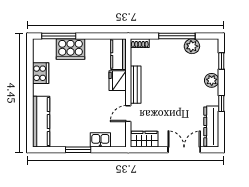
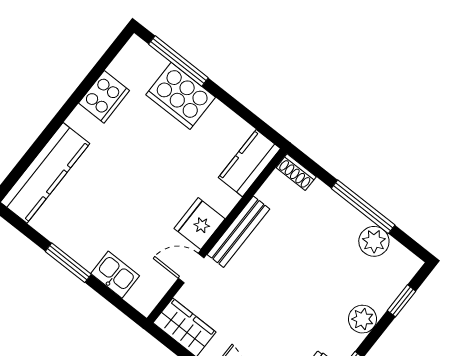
fridge: (118, 81) -> (200, 224), moved

